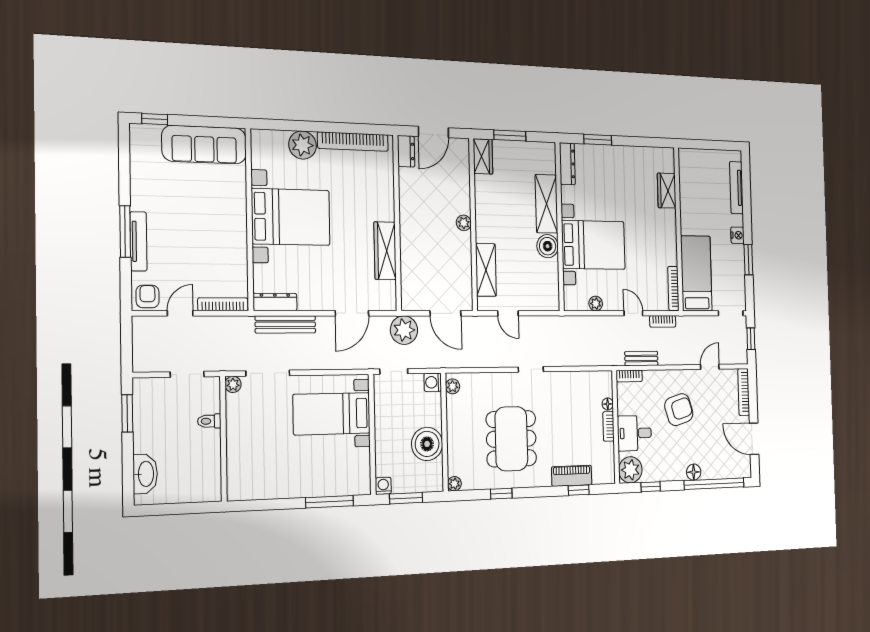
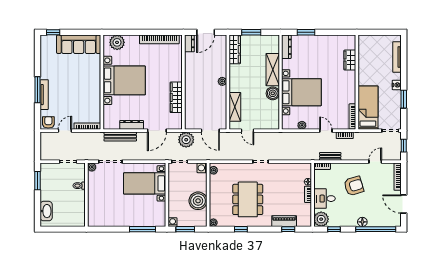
plant: (302, 145) -> (117, 42), moved
wardrobe: (483, 156) -> (235, 49), width x1.50
dresser: (275, 302) -> (132, 125), moved

